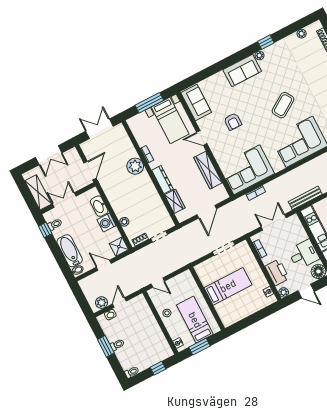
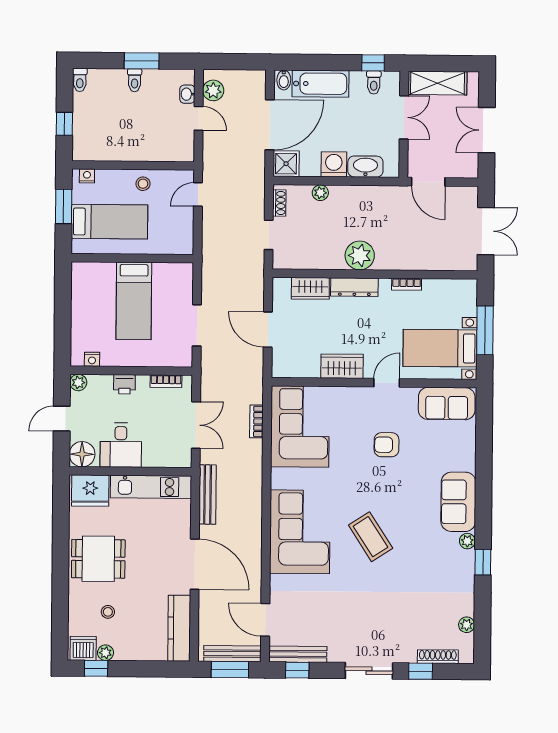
plant: (135, 166) -> (360, 255), moved
wardrobe: (208, 170) -> (342, 366), width x0.67
door: (104, 265) -> (270, 125), width x1.88
printer: (277, 272) -> (124, 384), width x0.53, depth x0.68

